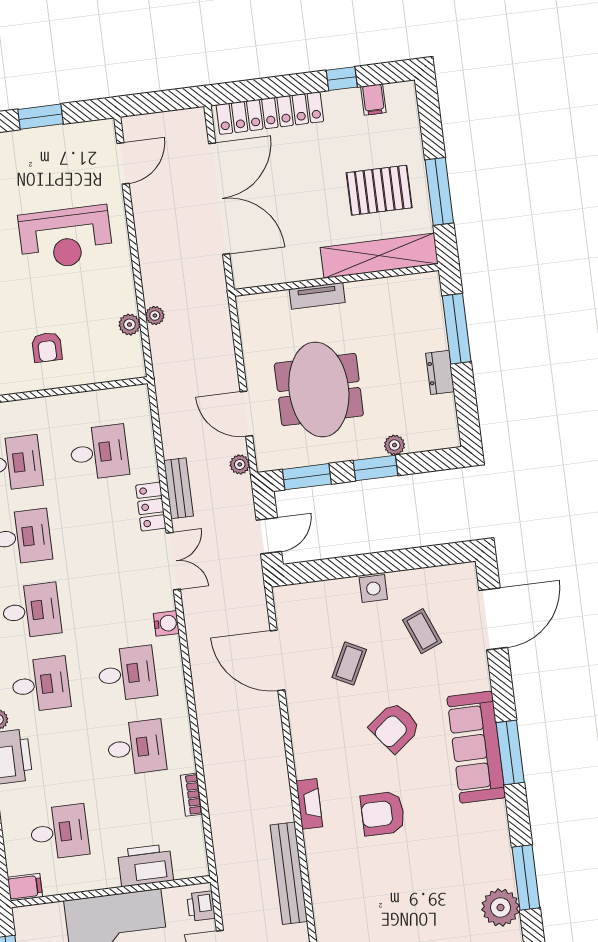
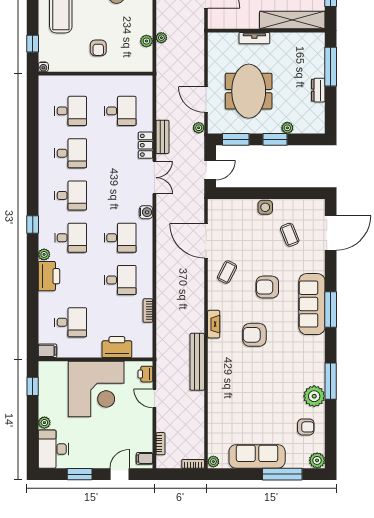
coffee table: (349, 663) -> (227, 272), moved
armchair: (395, 727) -> (267, 287), turned 38

